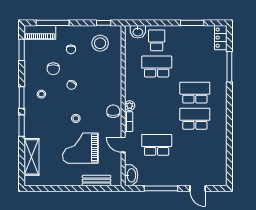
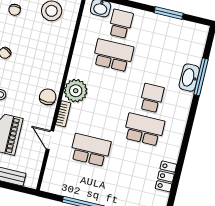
locker: (221, 38) -> (166, 176), moved
school desk: (195, 93) -> (152, 98), width x0.54
plant: (130, 106) -> (76, 91), width x1.88, depth x1.88
washbasin: (131, 175) -> (189, 78), moved, turned 180

